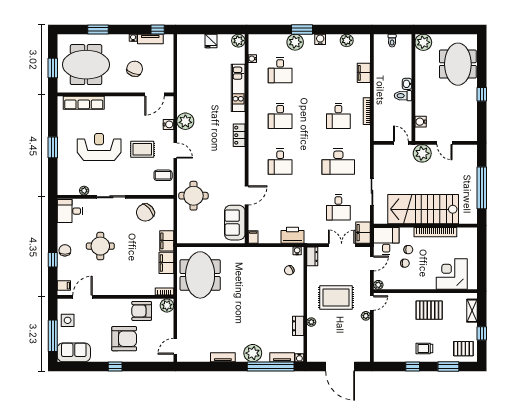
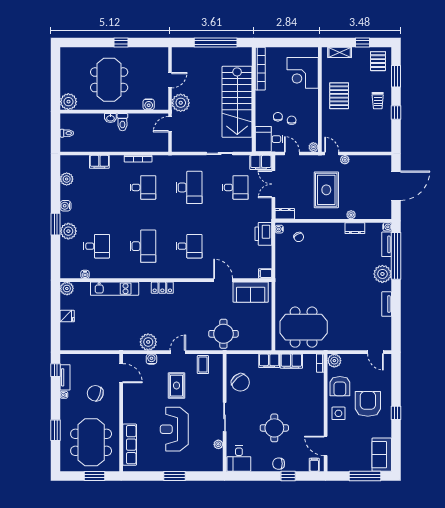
meeting table: (458, 64) -> (109, 80), moved, turned 90
desk: (280, 116) -> (143, 246), width x1.37
bookcase: (435, 232) -> (260, 69), moved
side table: (68, 320) -> (338, 413), moved

